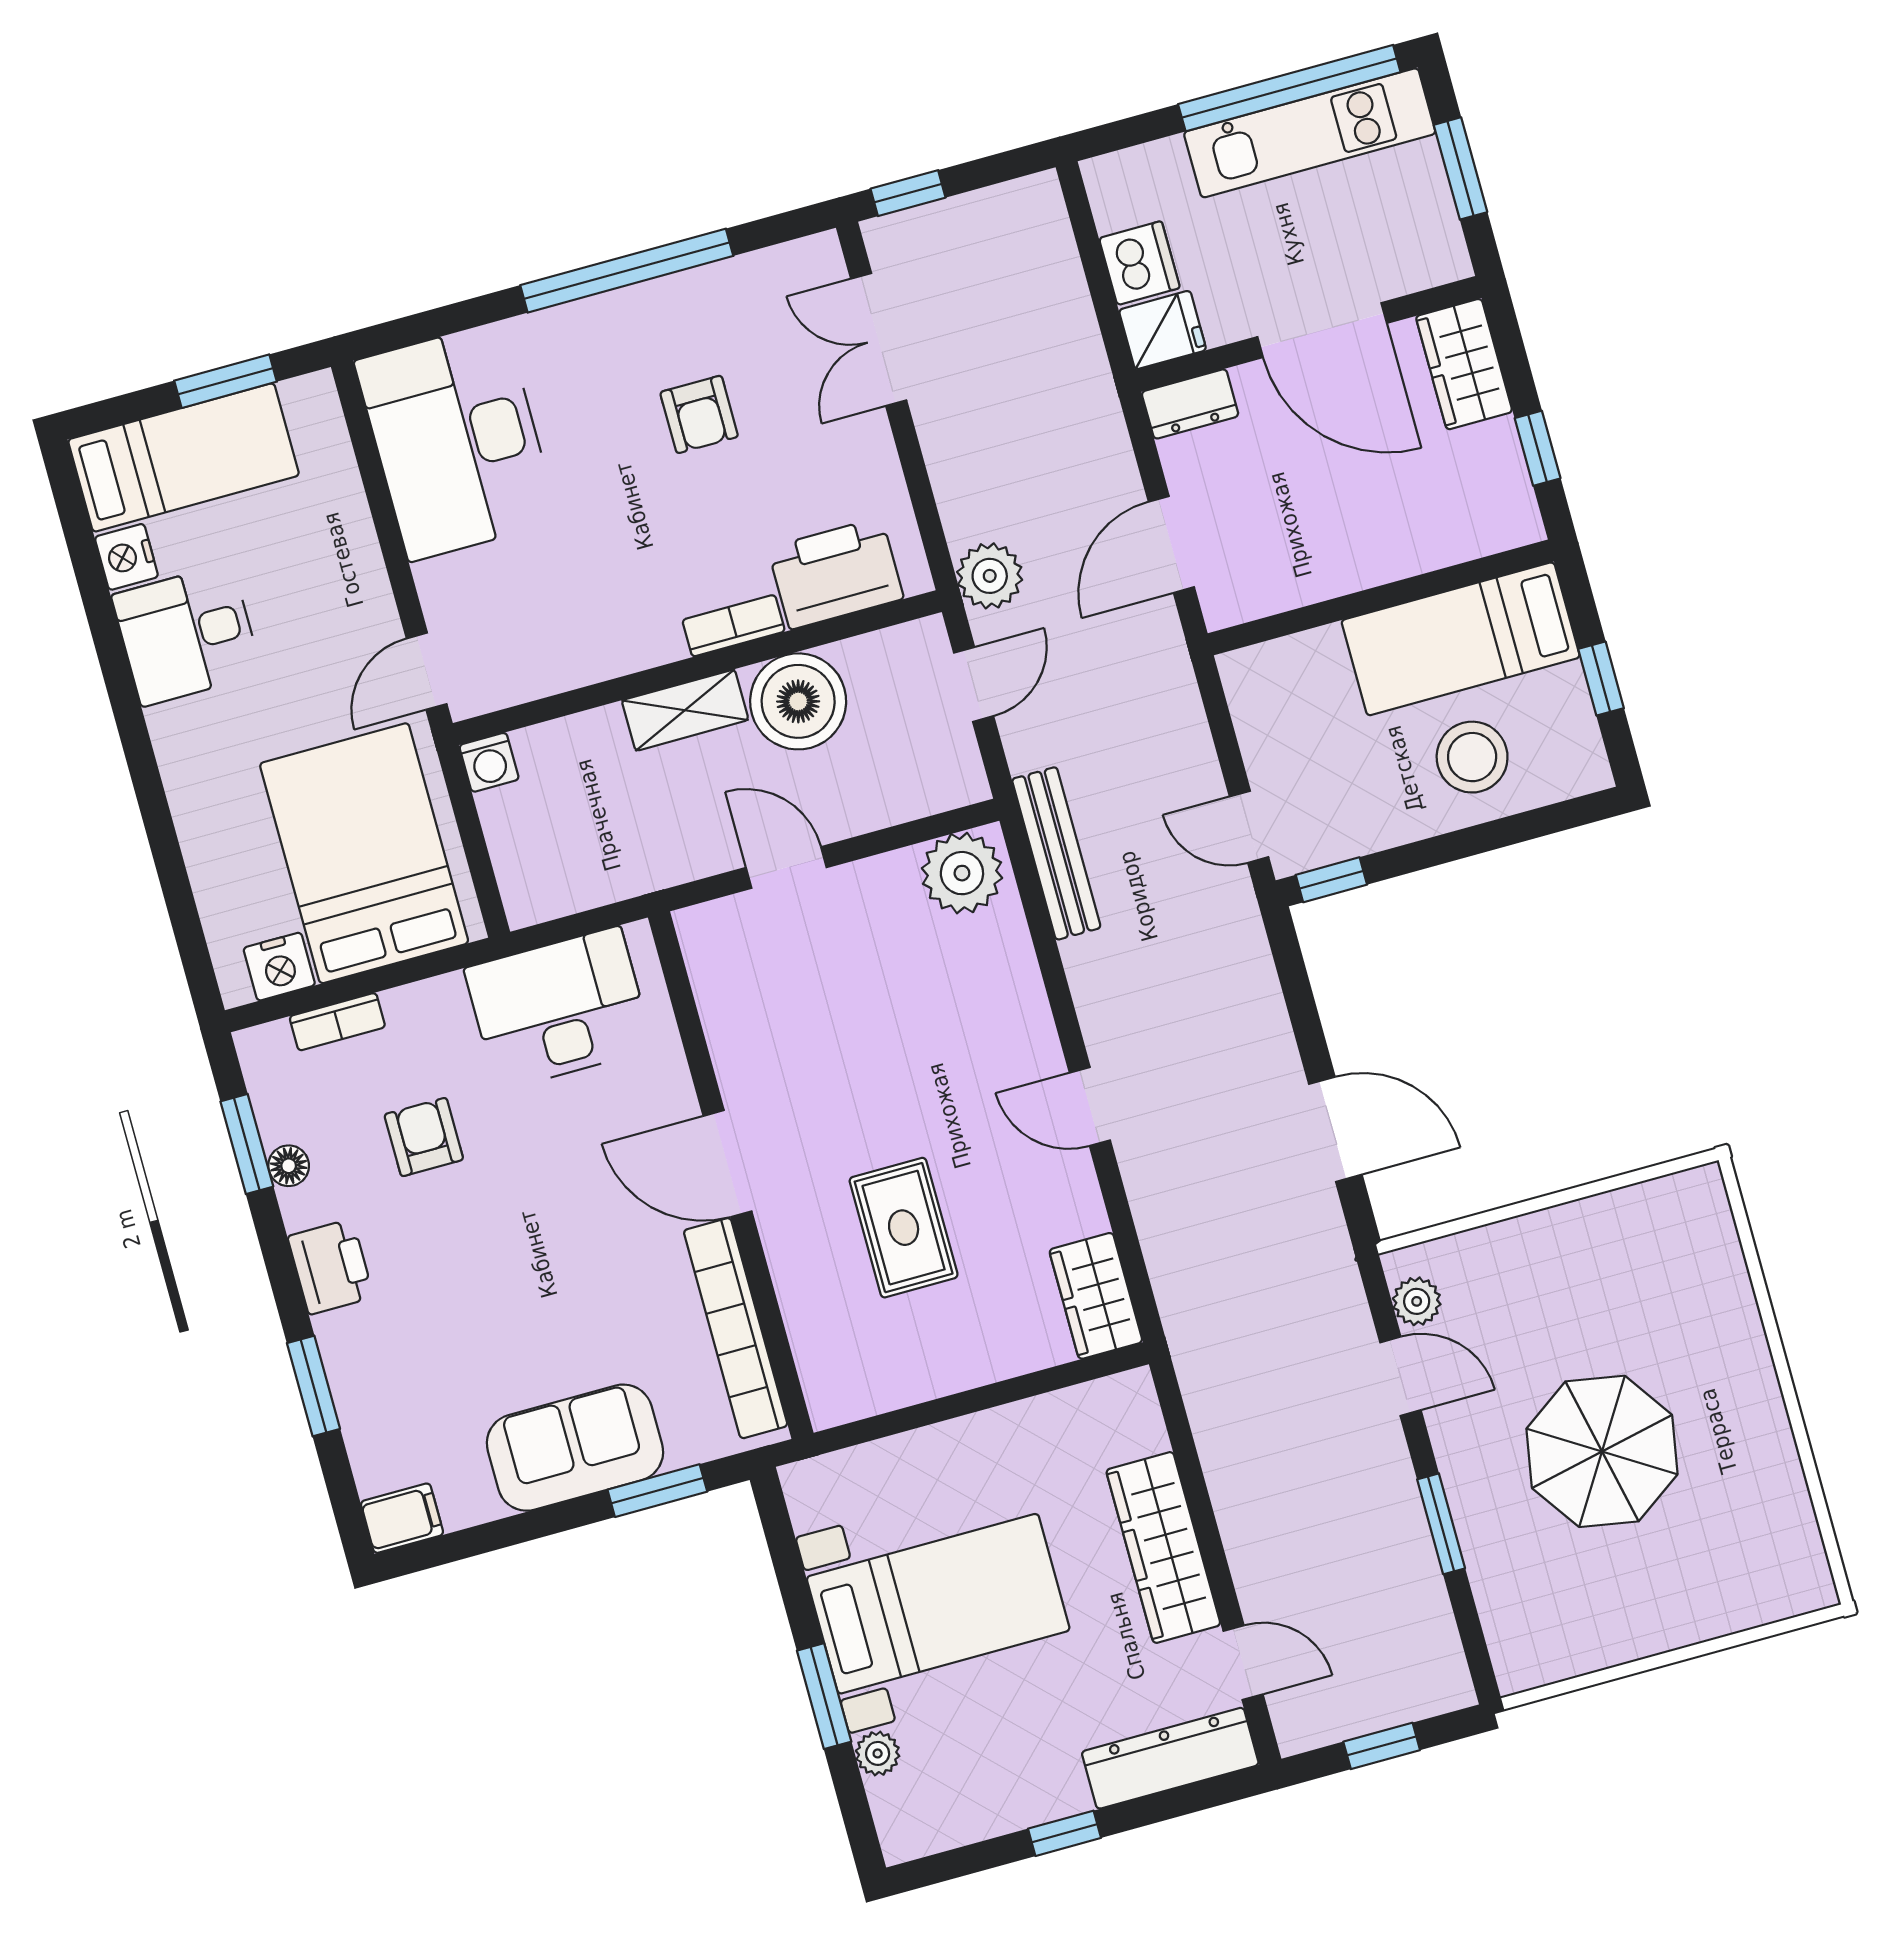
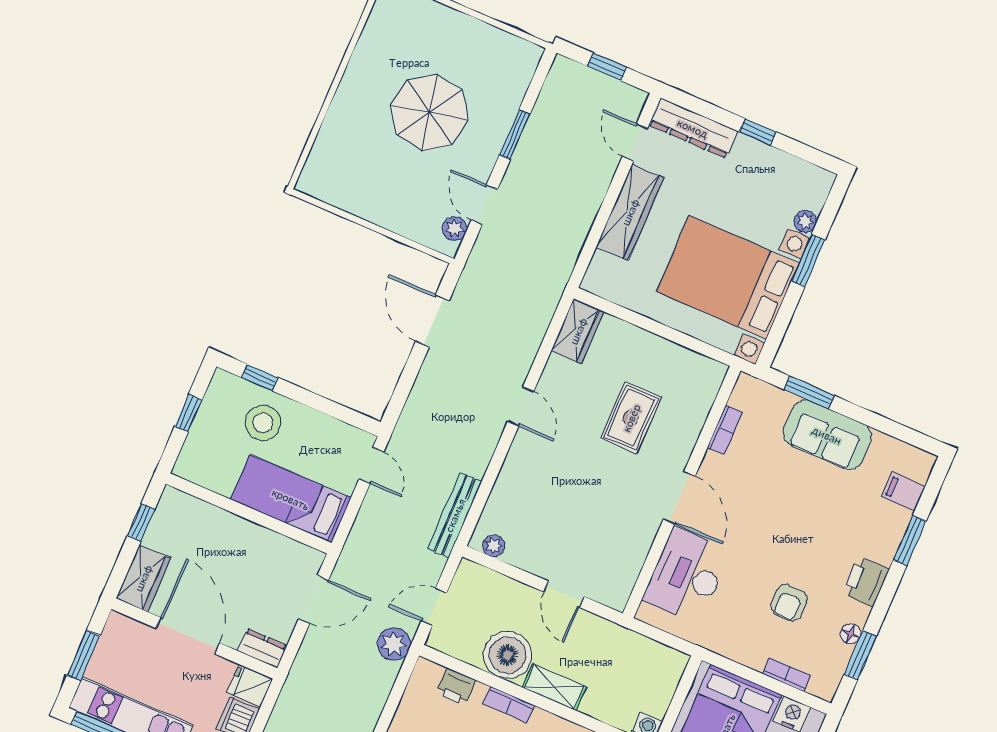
printer: (836, 573) -> (456, 687), width x0.53, depth x0.68
bed: (1461, 639) -> (291, 499), moved, turned 180
plant: (962, 873) -> (494, 546), width x0.53, depth x0.53
window: (1331, 880) -> (260, 377), moved
desk: (559, 1009) -> (687, 575), moved, turned 90
bookcase: (736, 1328) -> (725, 430), width x0.43, depth x0.76
filing cabinet: (402, 1518) -> (904, 492), moved
bed with nightstands: (938, 1604) -> (728, 277), width x1.36

